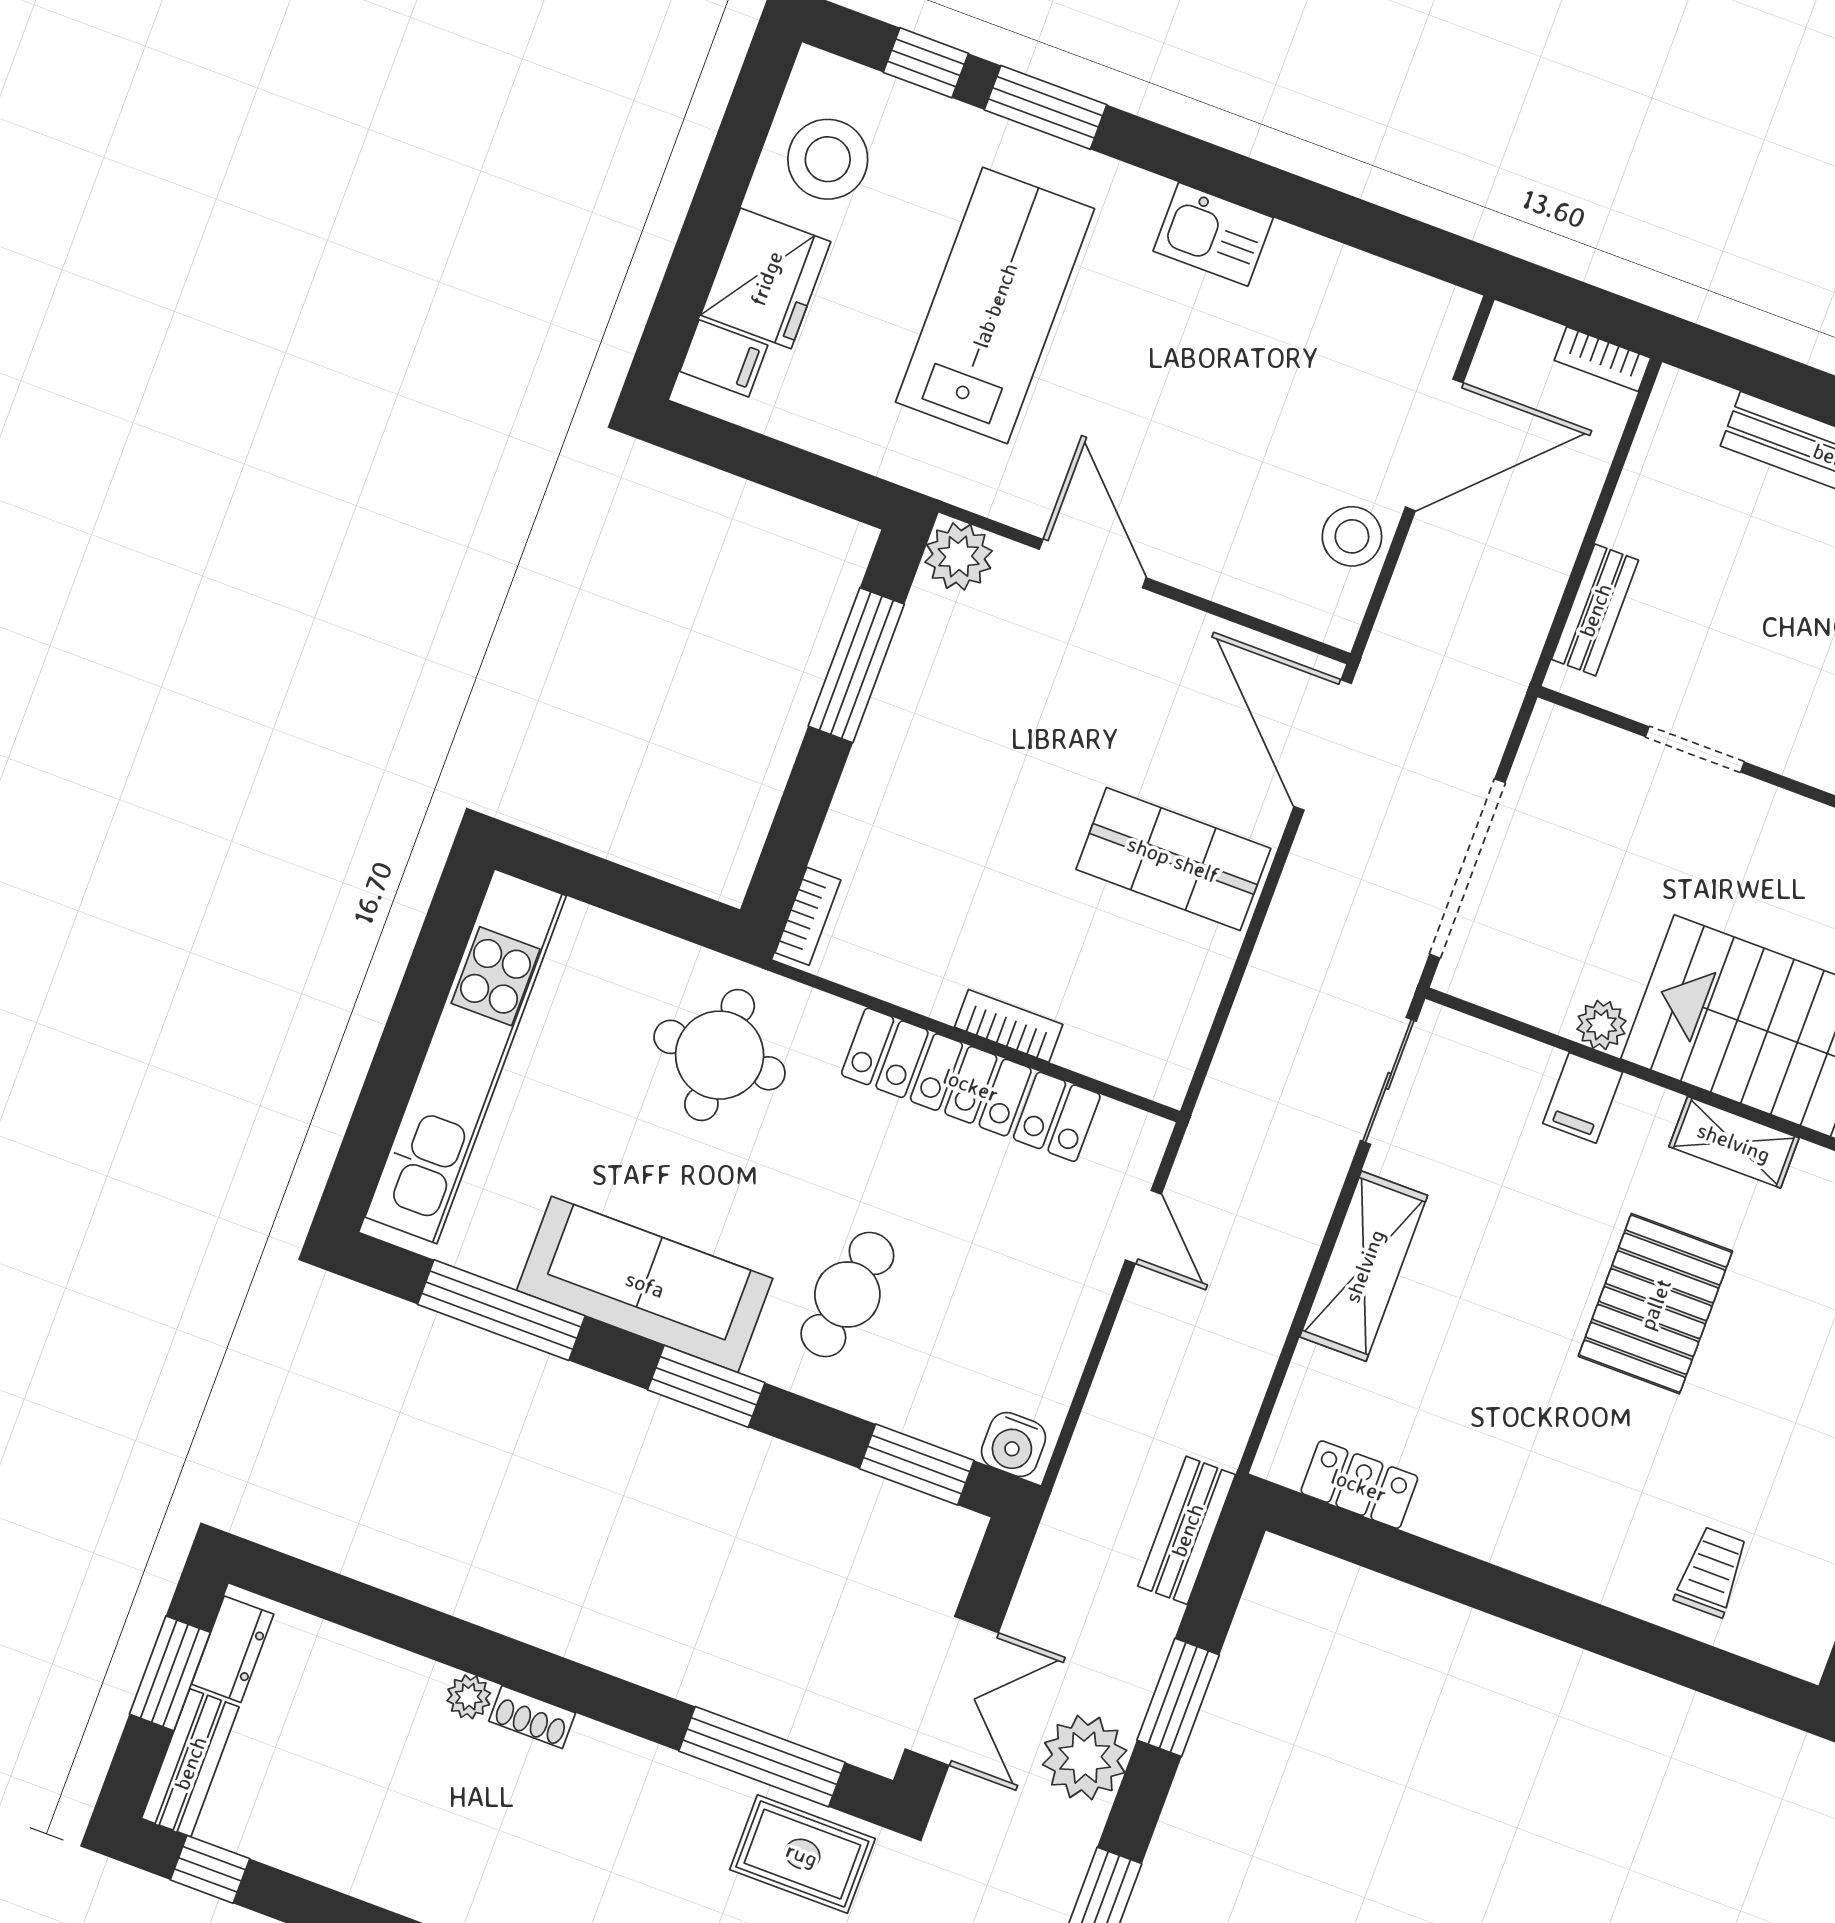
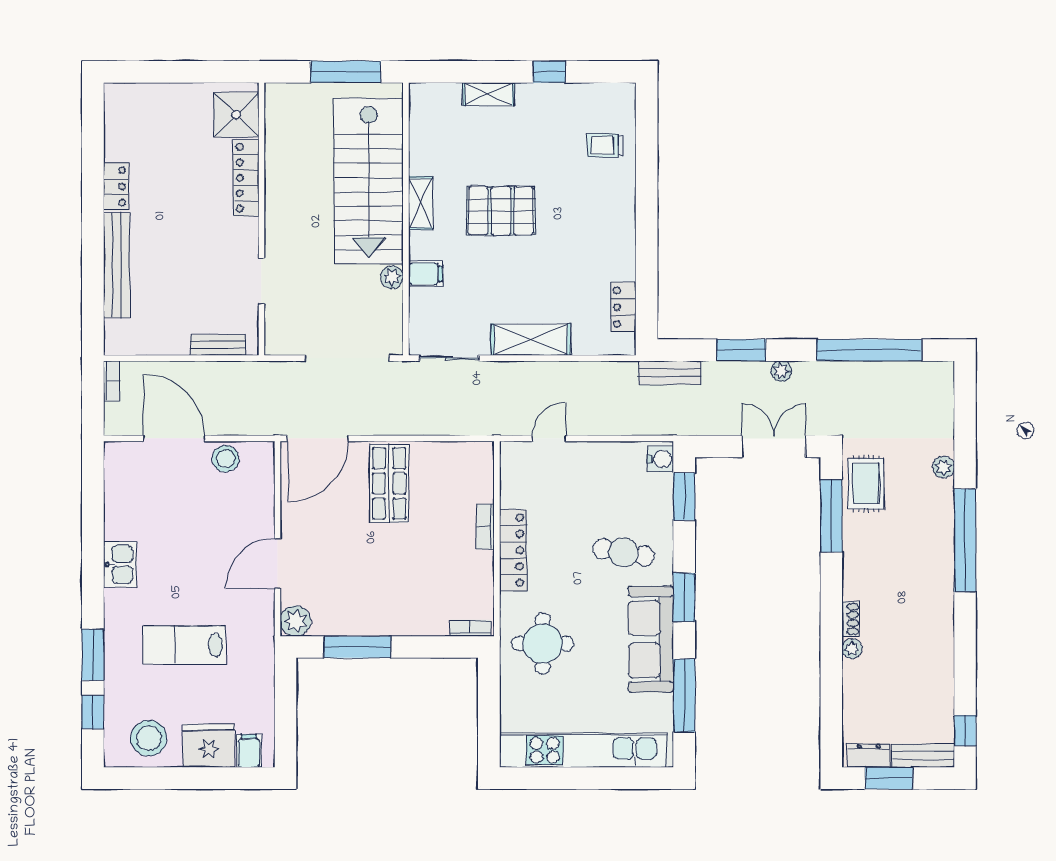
lab bench: (995, 305) -> (184, 645), width x0.73, depth x0.72
locker: (971, 1085) -> (513, 550), width x0.71, depth x0.83
plant: (1085, 1758) -> (781, 371), width x0.53, depth x0.53

